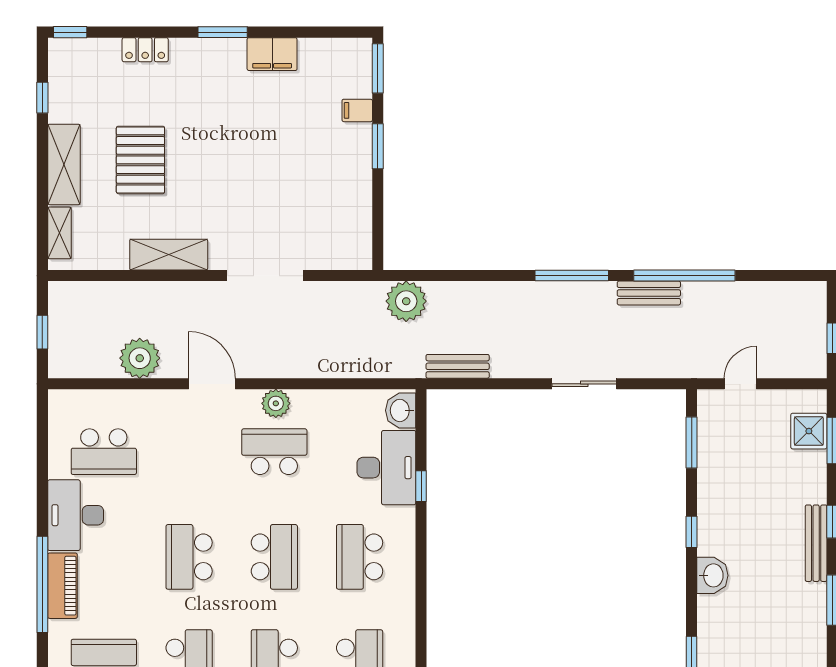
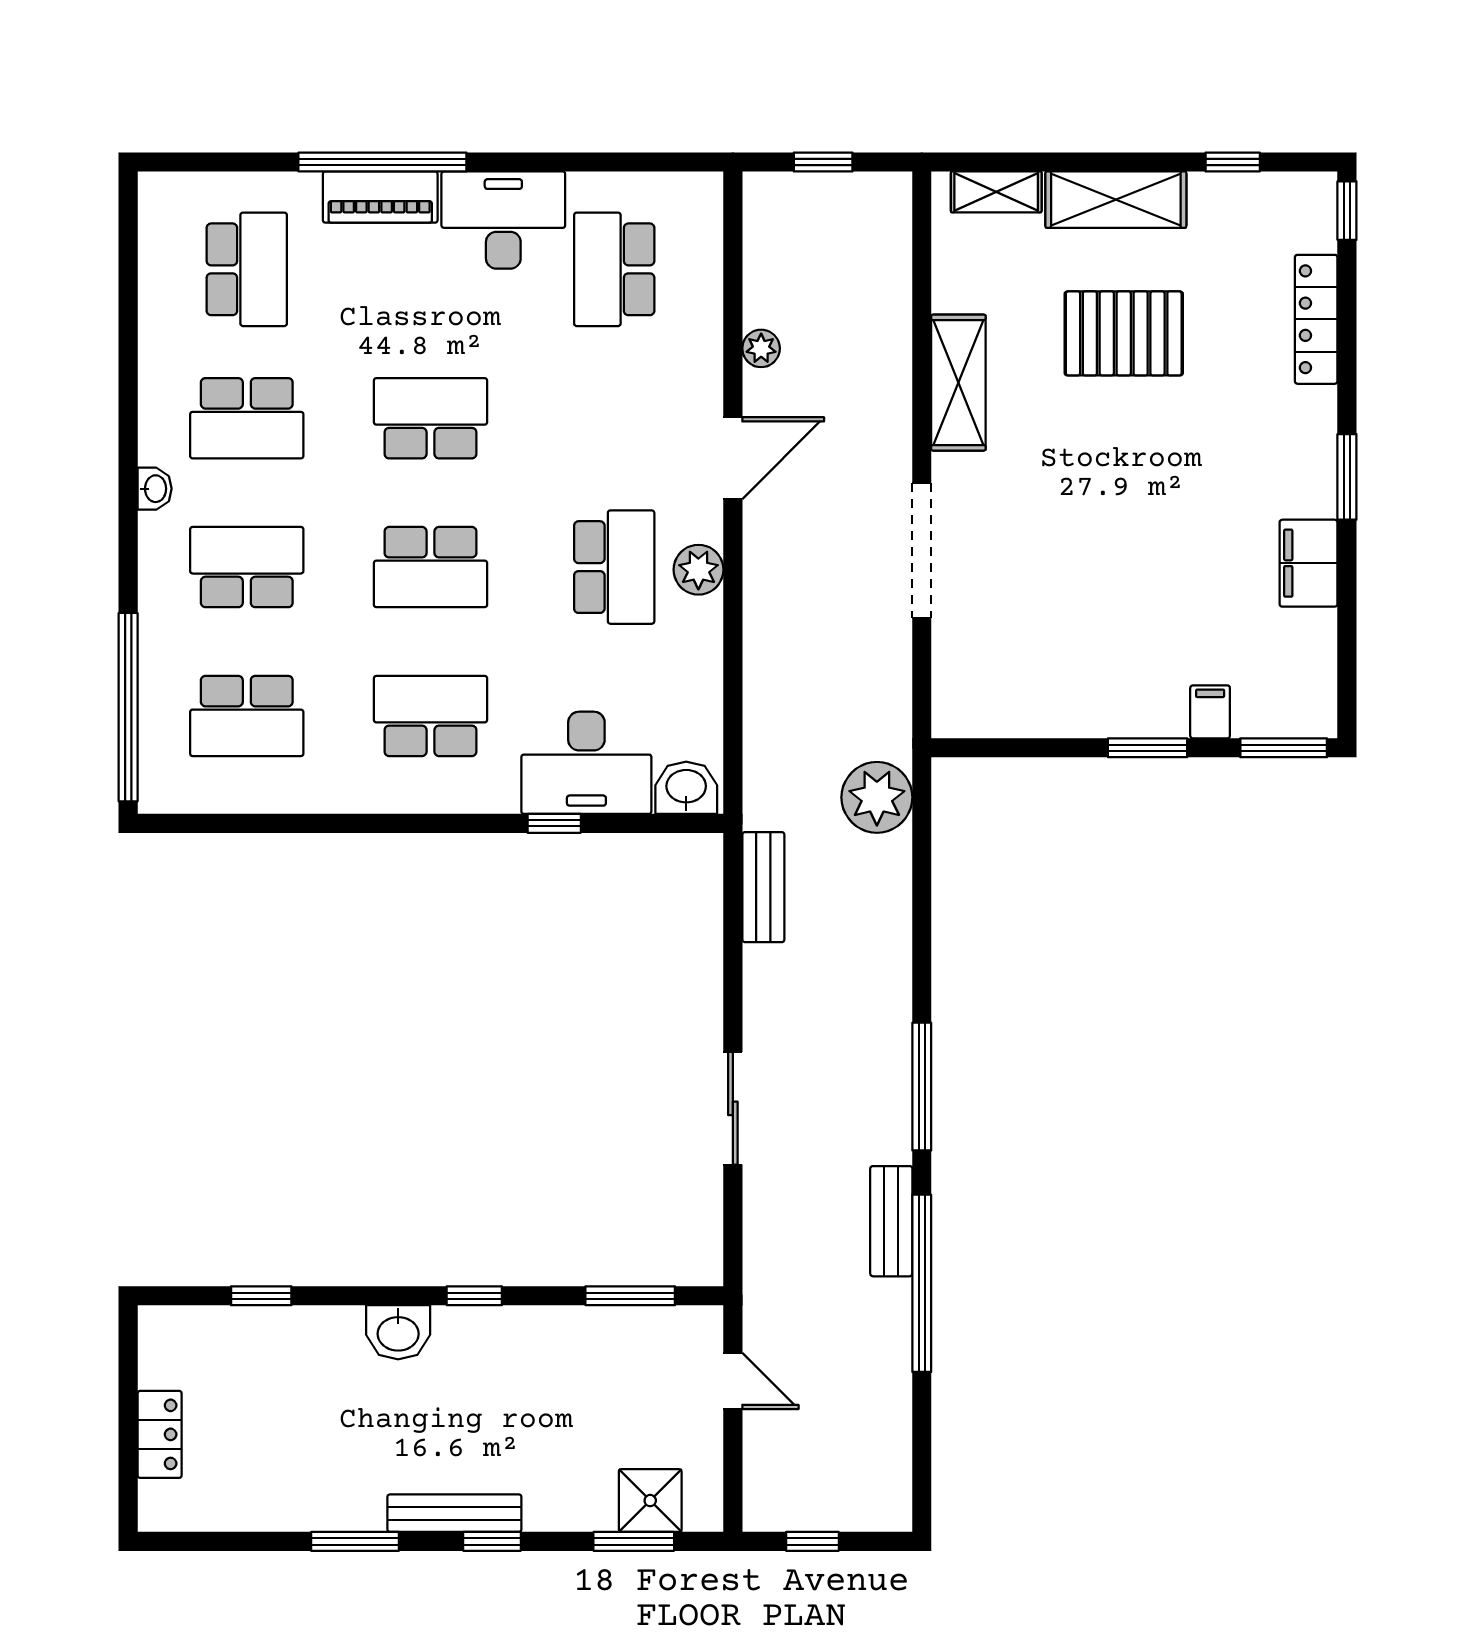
locker: (145, 50) -> (1316, 319), width x1.53
plant: (140, 358) -> (761, 348), width x0.53, depth x0.53

